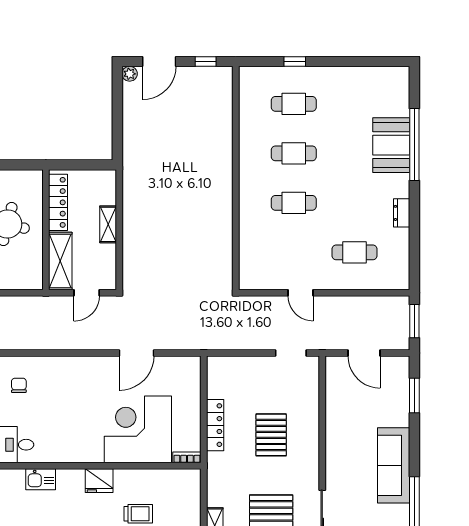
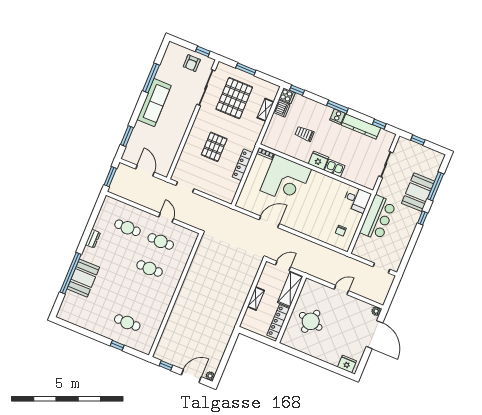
cafe table: (294, 153) -> (161, 241), moved
kitchen sink: (41, 479) -> (335, 168), moved

